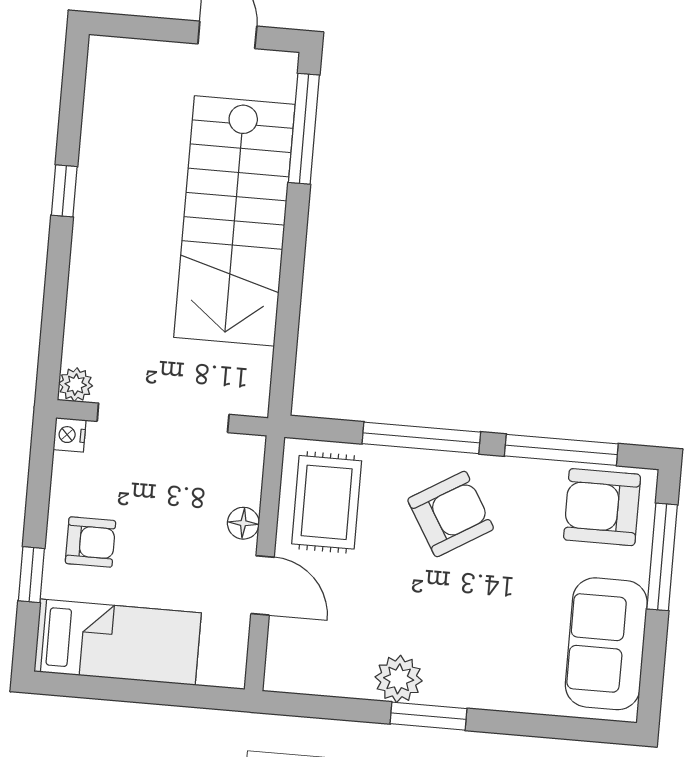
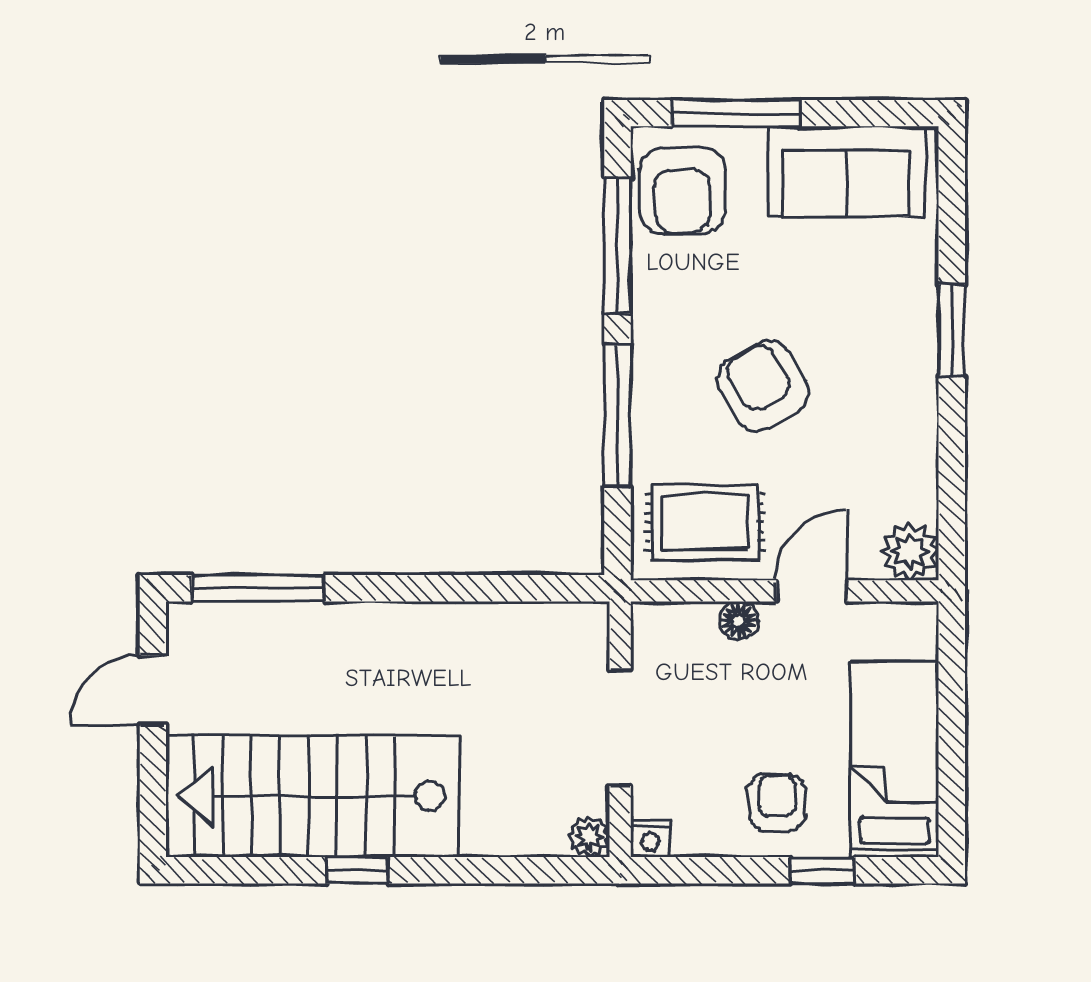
stairs: (234, 221) -> (312, 796), moved, turned 180
doorway: (163, 418) -> (620, 728), width x0.73
armchair: (451, 514) -> (763, 386), moved
plant: (399, 679) -> (910, 552), moved
window: (428, 716) -> (952, 330), moved

